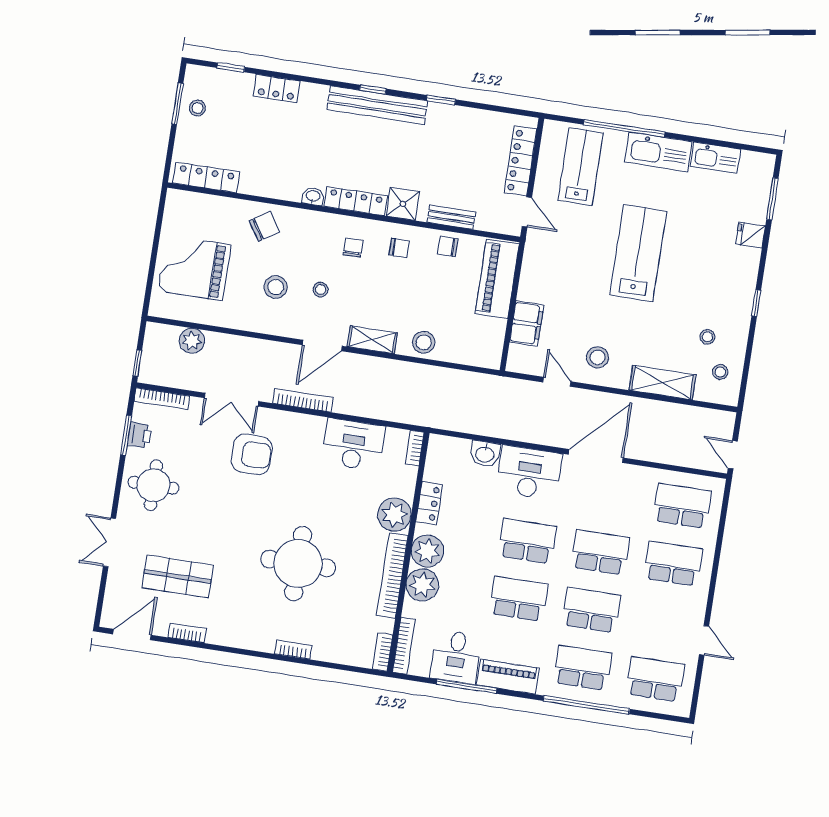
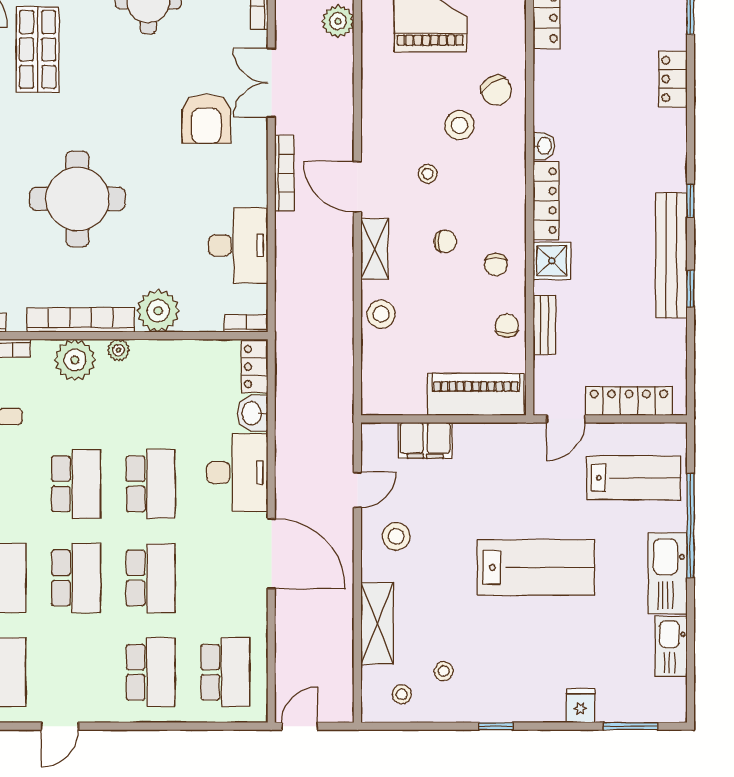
bench: (377, 105) -> (671, 255), moved
chair: (353, 248) -> (445, 241), moved
stool: (276, 287) -> (459, 125), moved
locker: (429, 503) -> (255, 367), moved, turned 90
plant: (427, 551) -> (119, 350), width x0.53, depth x0.53

